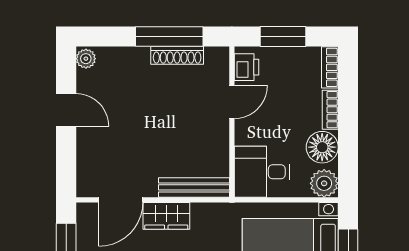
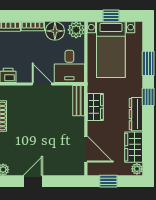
door: (232, 102) -> (42, 84), moved
bench: (194, 187) -> (79, 101), width x0.73
wardrobe: (166, 216) -> (95, 107), moved

